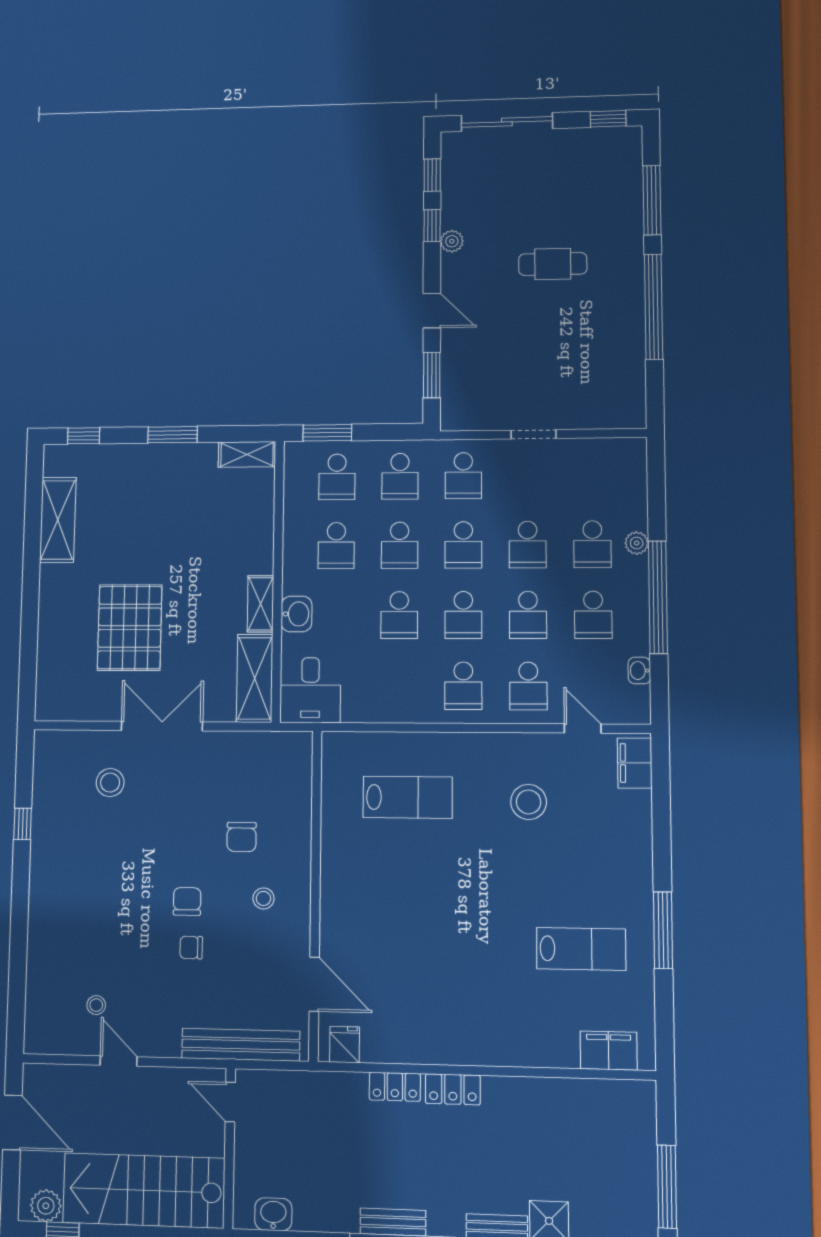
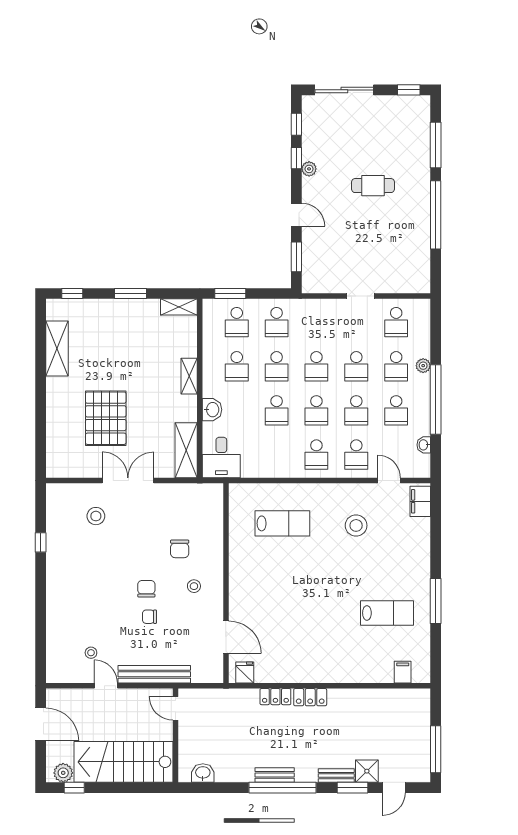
school desk: (463, 476) -> (396, 322), moved
shelving: (260, 604) -> (189, 376), moved
bench: (241, 1045) -> (154, 674), moved
filing cabinet: (609, 1051) -> (403, 672), width x0.50

